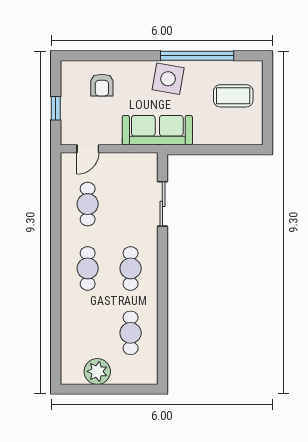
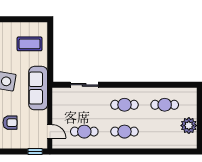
coffee table: (233, 96) -> (30, 44), moved, turned 90
window: (56, 108) -> (35, 151), moved

